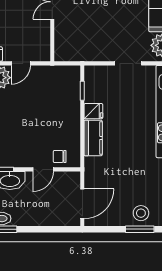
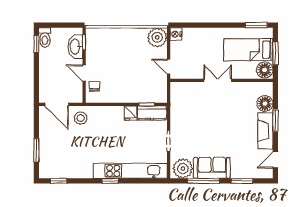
door: (21, 63) -> (169, 67), moved
kitchen counter: (93, 138) -> (152, 113), moved
stool: (141, 213) -> (81, 118), moved

